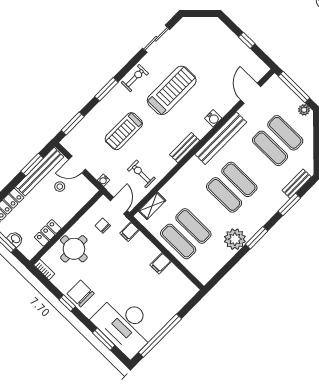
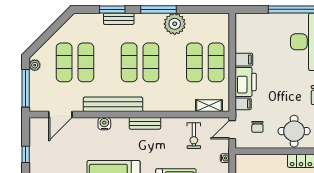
bench: (297, 184) -> (119, 19), moved
window: (257, 238) -> (159, 9), width x1.44
printer: (143, 249) -> (246, 82), added

